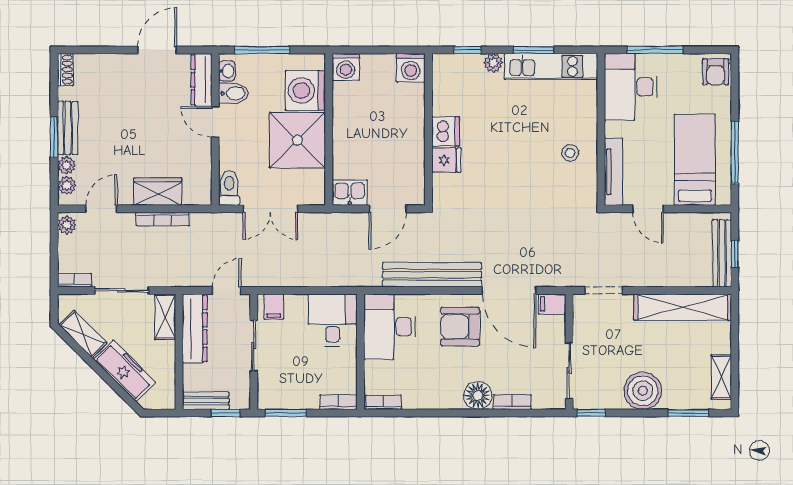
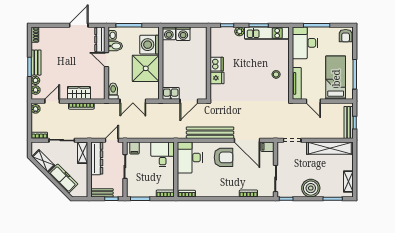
washing machine: (411, 68) -> (183, 34), moved
armchair: (460, 327) -> (223, 157), turned 180
floor lamp: (478, 396) -> (232, 190), removed

